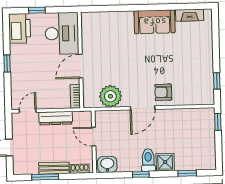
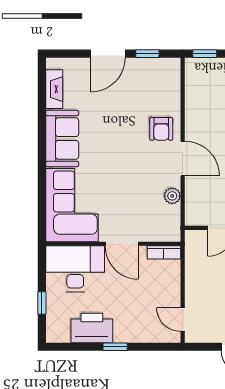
printer: (20, 28) -> (92, 328), moved
corner sofa: (107, 30) -> (72, 205), added
door: (216, 53) -> (108, 54), added
plant: (110, 96) -> (172, 196), width x0.53, depth x0.53
dresser: (56, 118) -> (194, 281), removed

